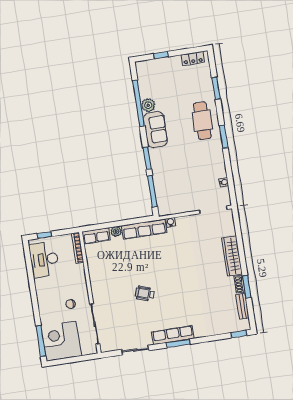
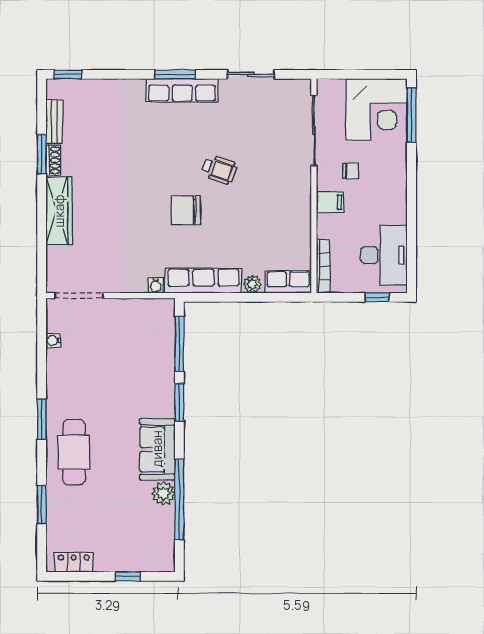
chair: (160, 268) -> (186, 210), added
filing cabinet: (79, 285) -> (330, 202), added

